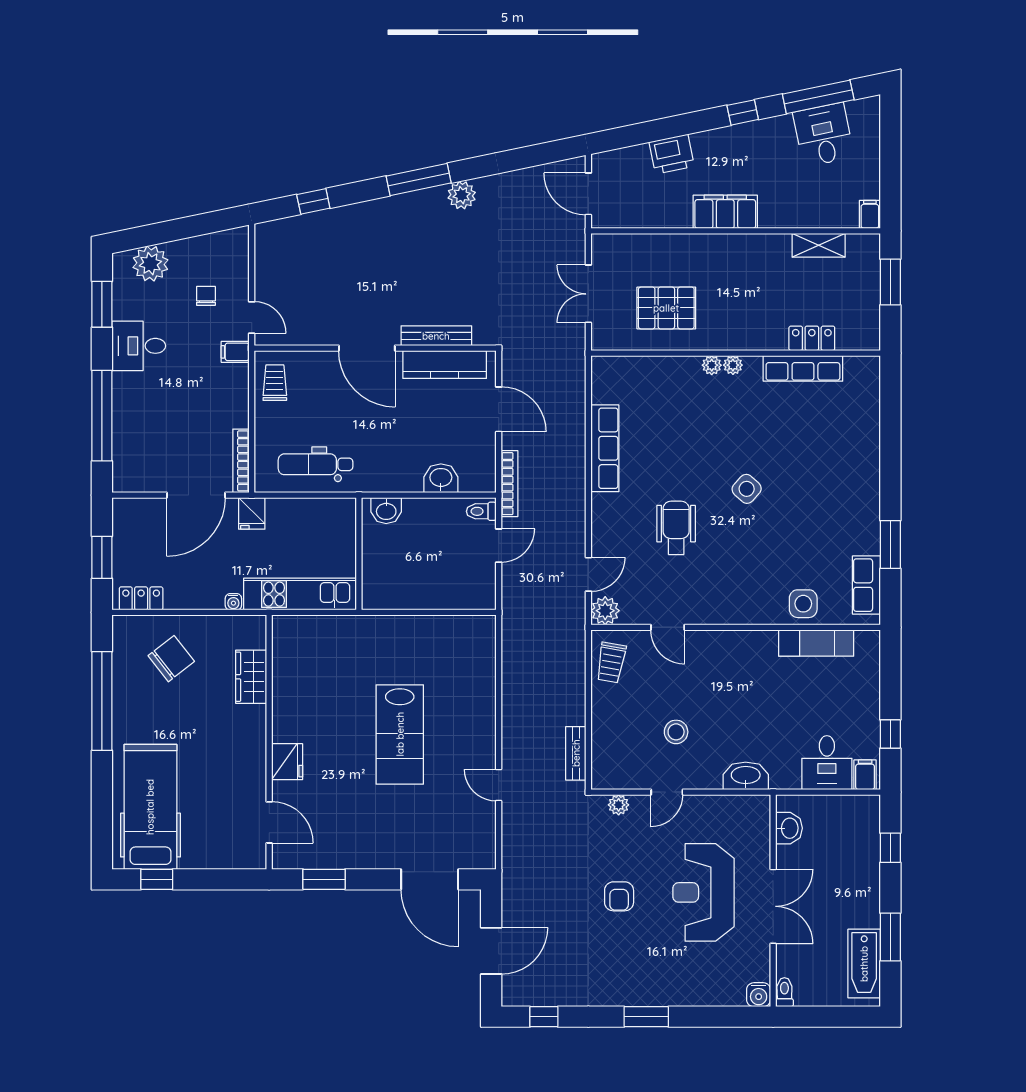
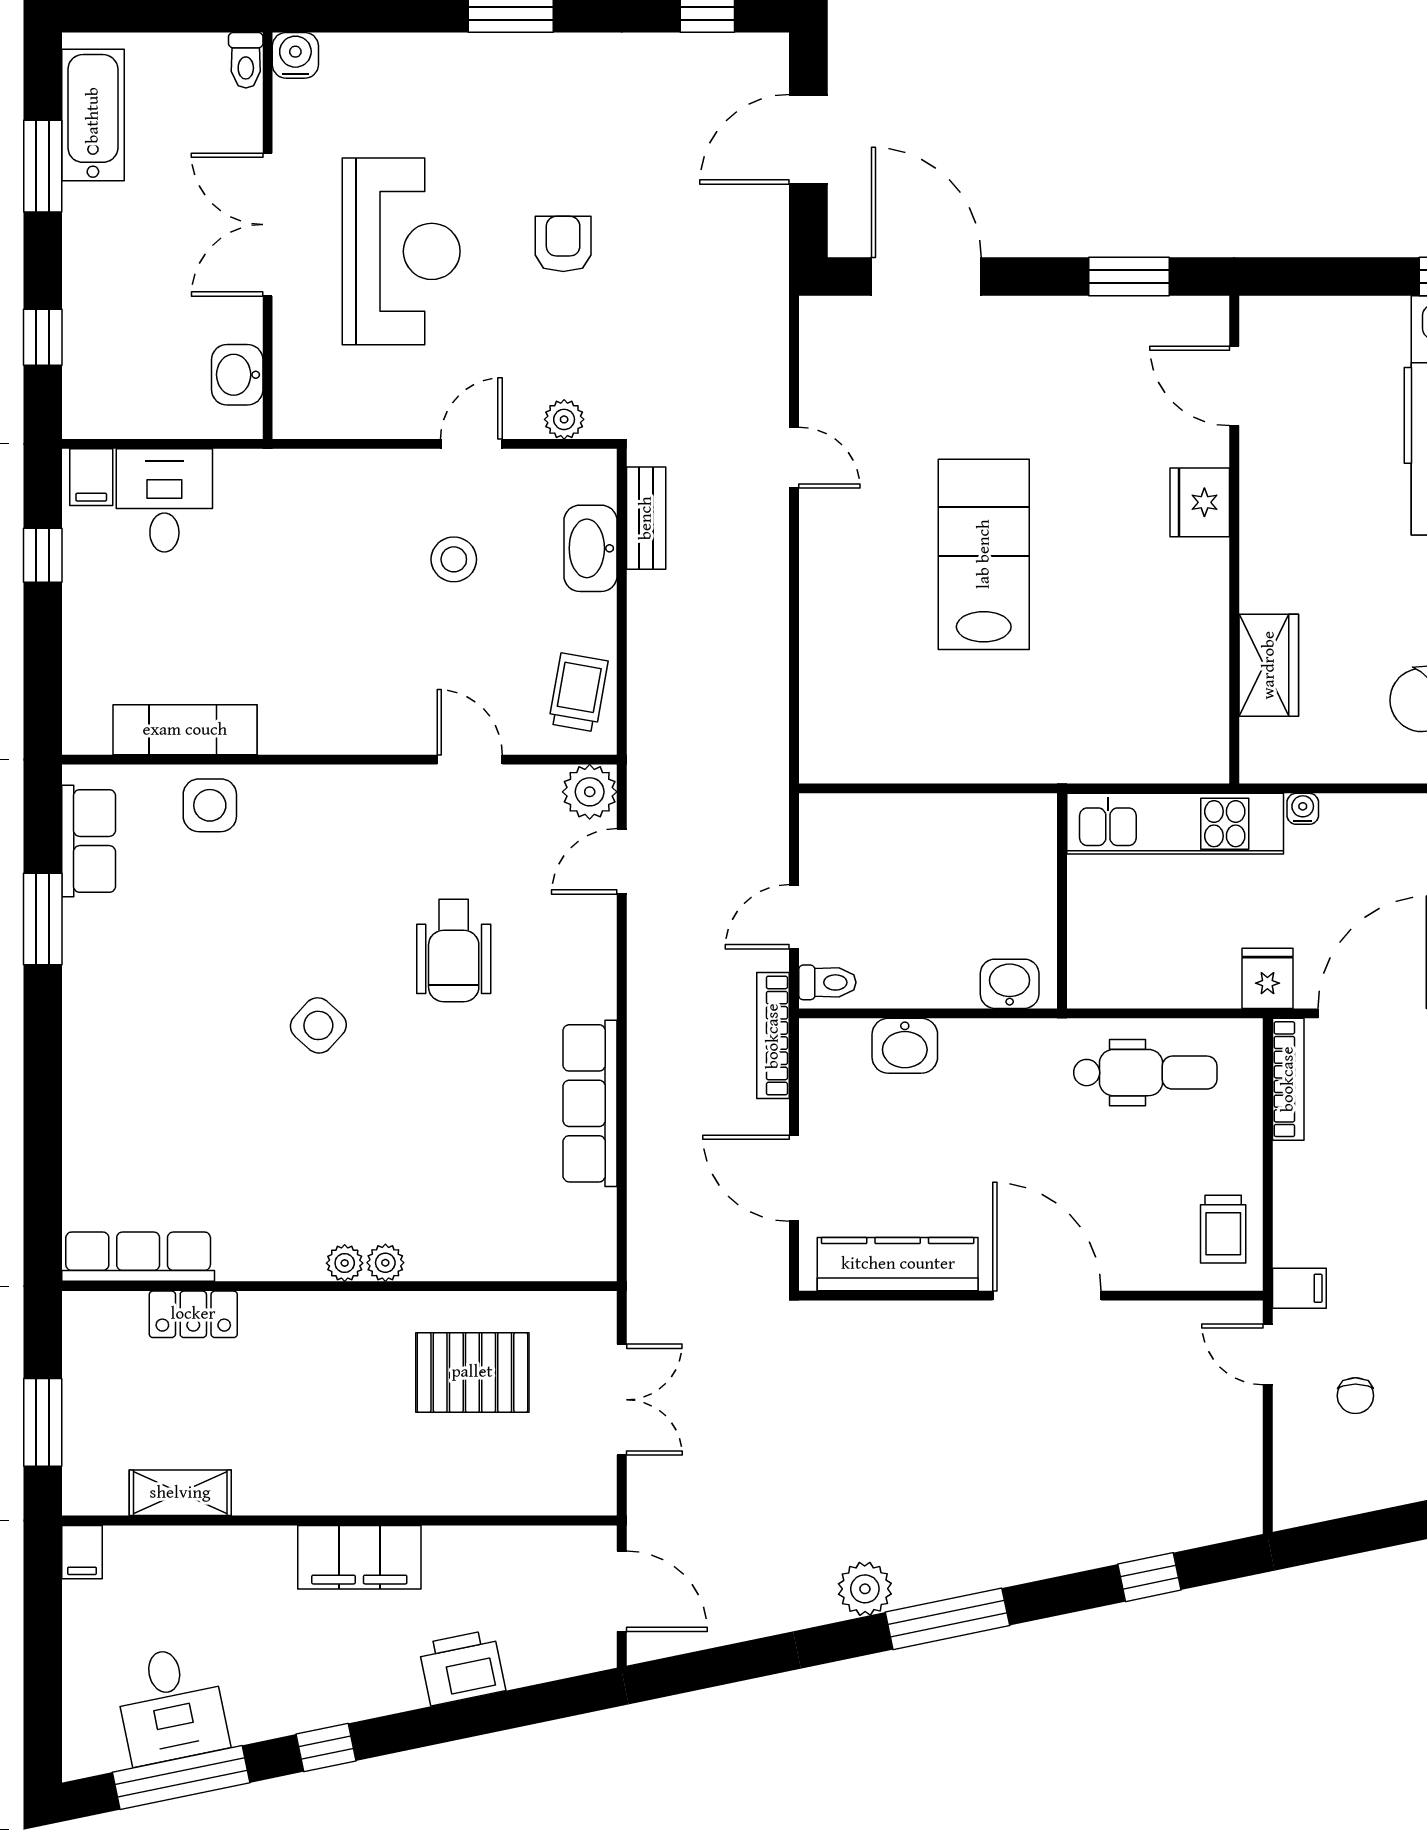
bench: (436, 336) -> (913, 1319), removed
row of seats: (803, 368) -> (138, 1257), moved
washbasin: (746, 776) -> (591, 548), moved, turned 90

